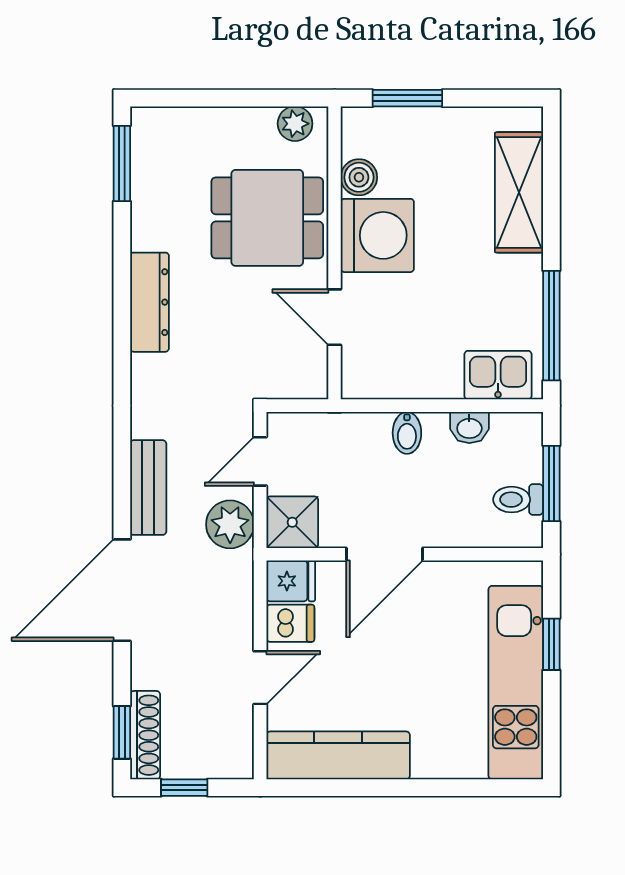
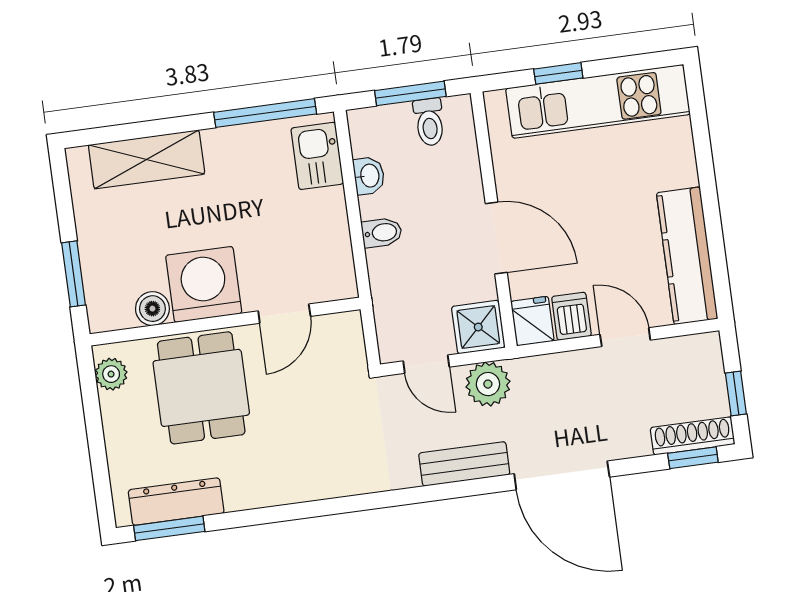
dresser: (150, 302) -> (176, 502), moved

